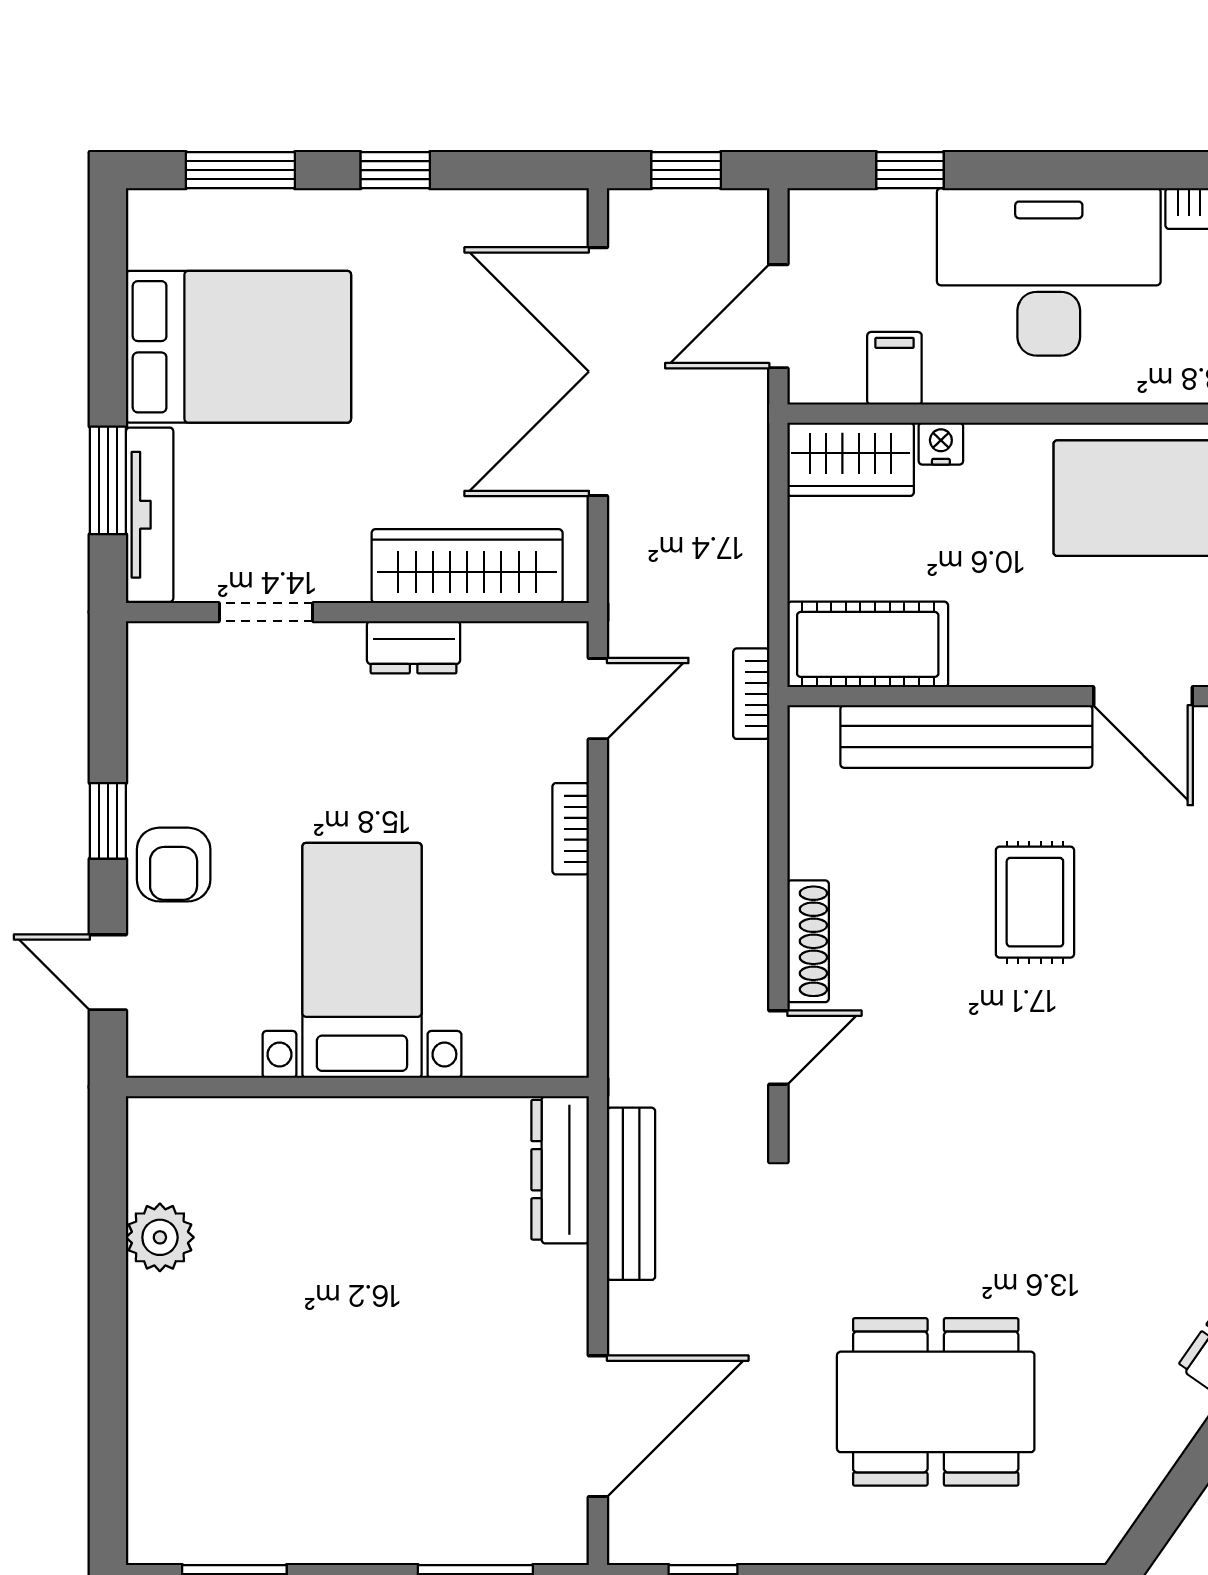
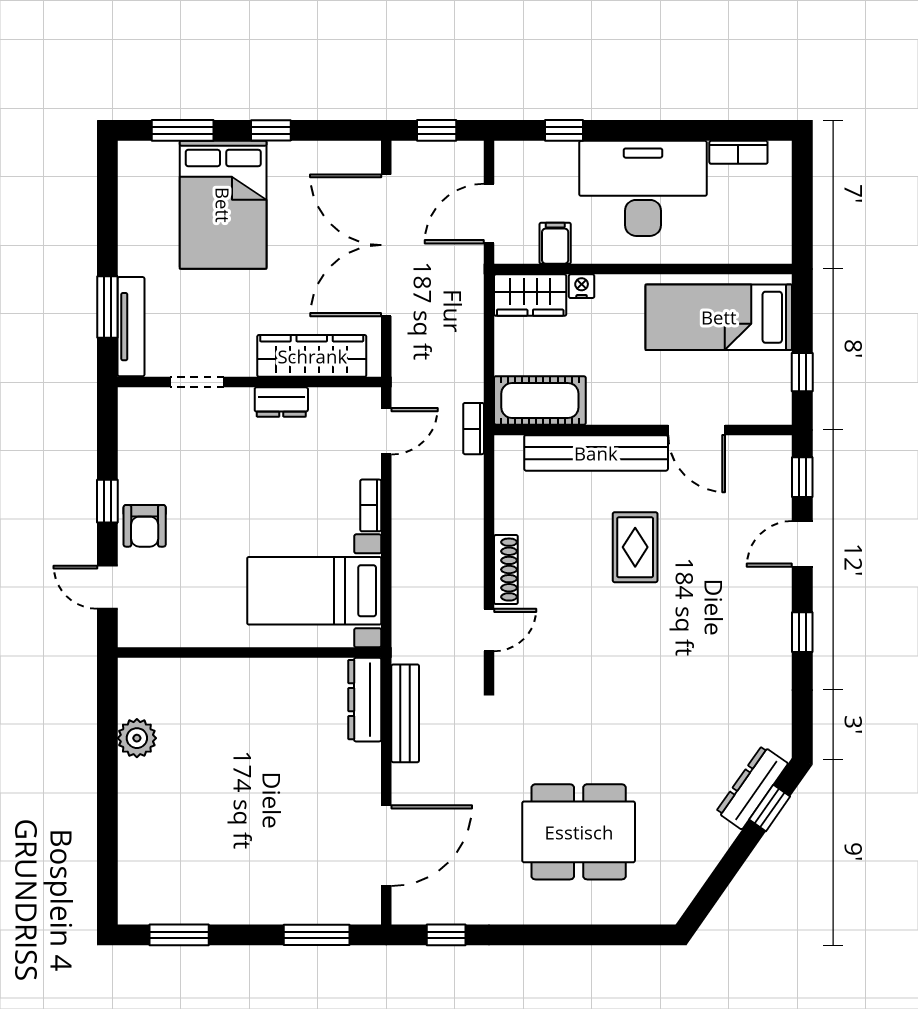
bed: (238, 347) -> (223, 205), moved, turned 90
bed with nightstands: (362, 960) -> (314, 591), moved, turned -90

